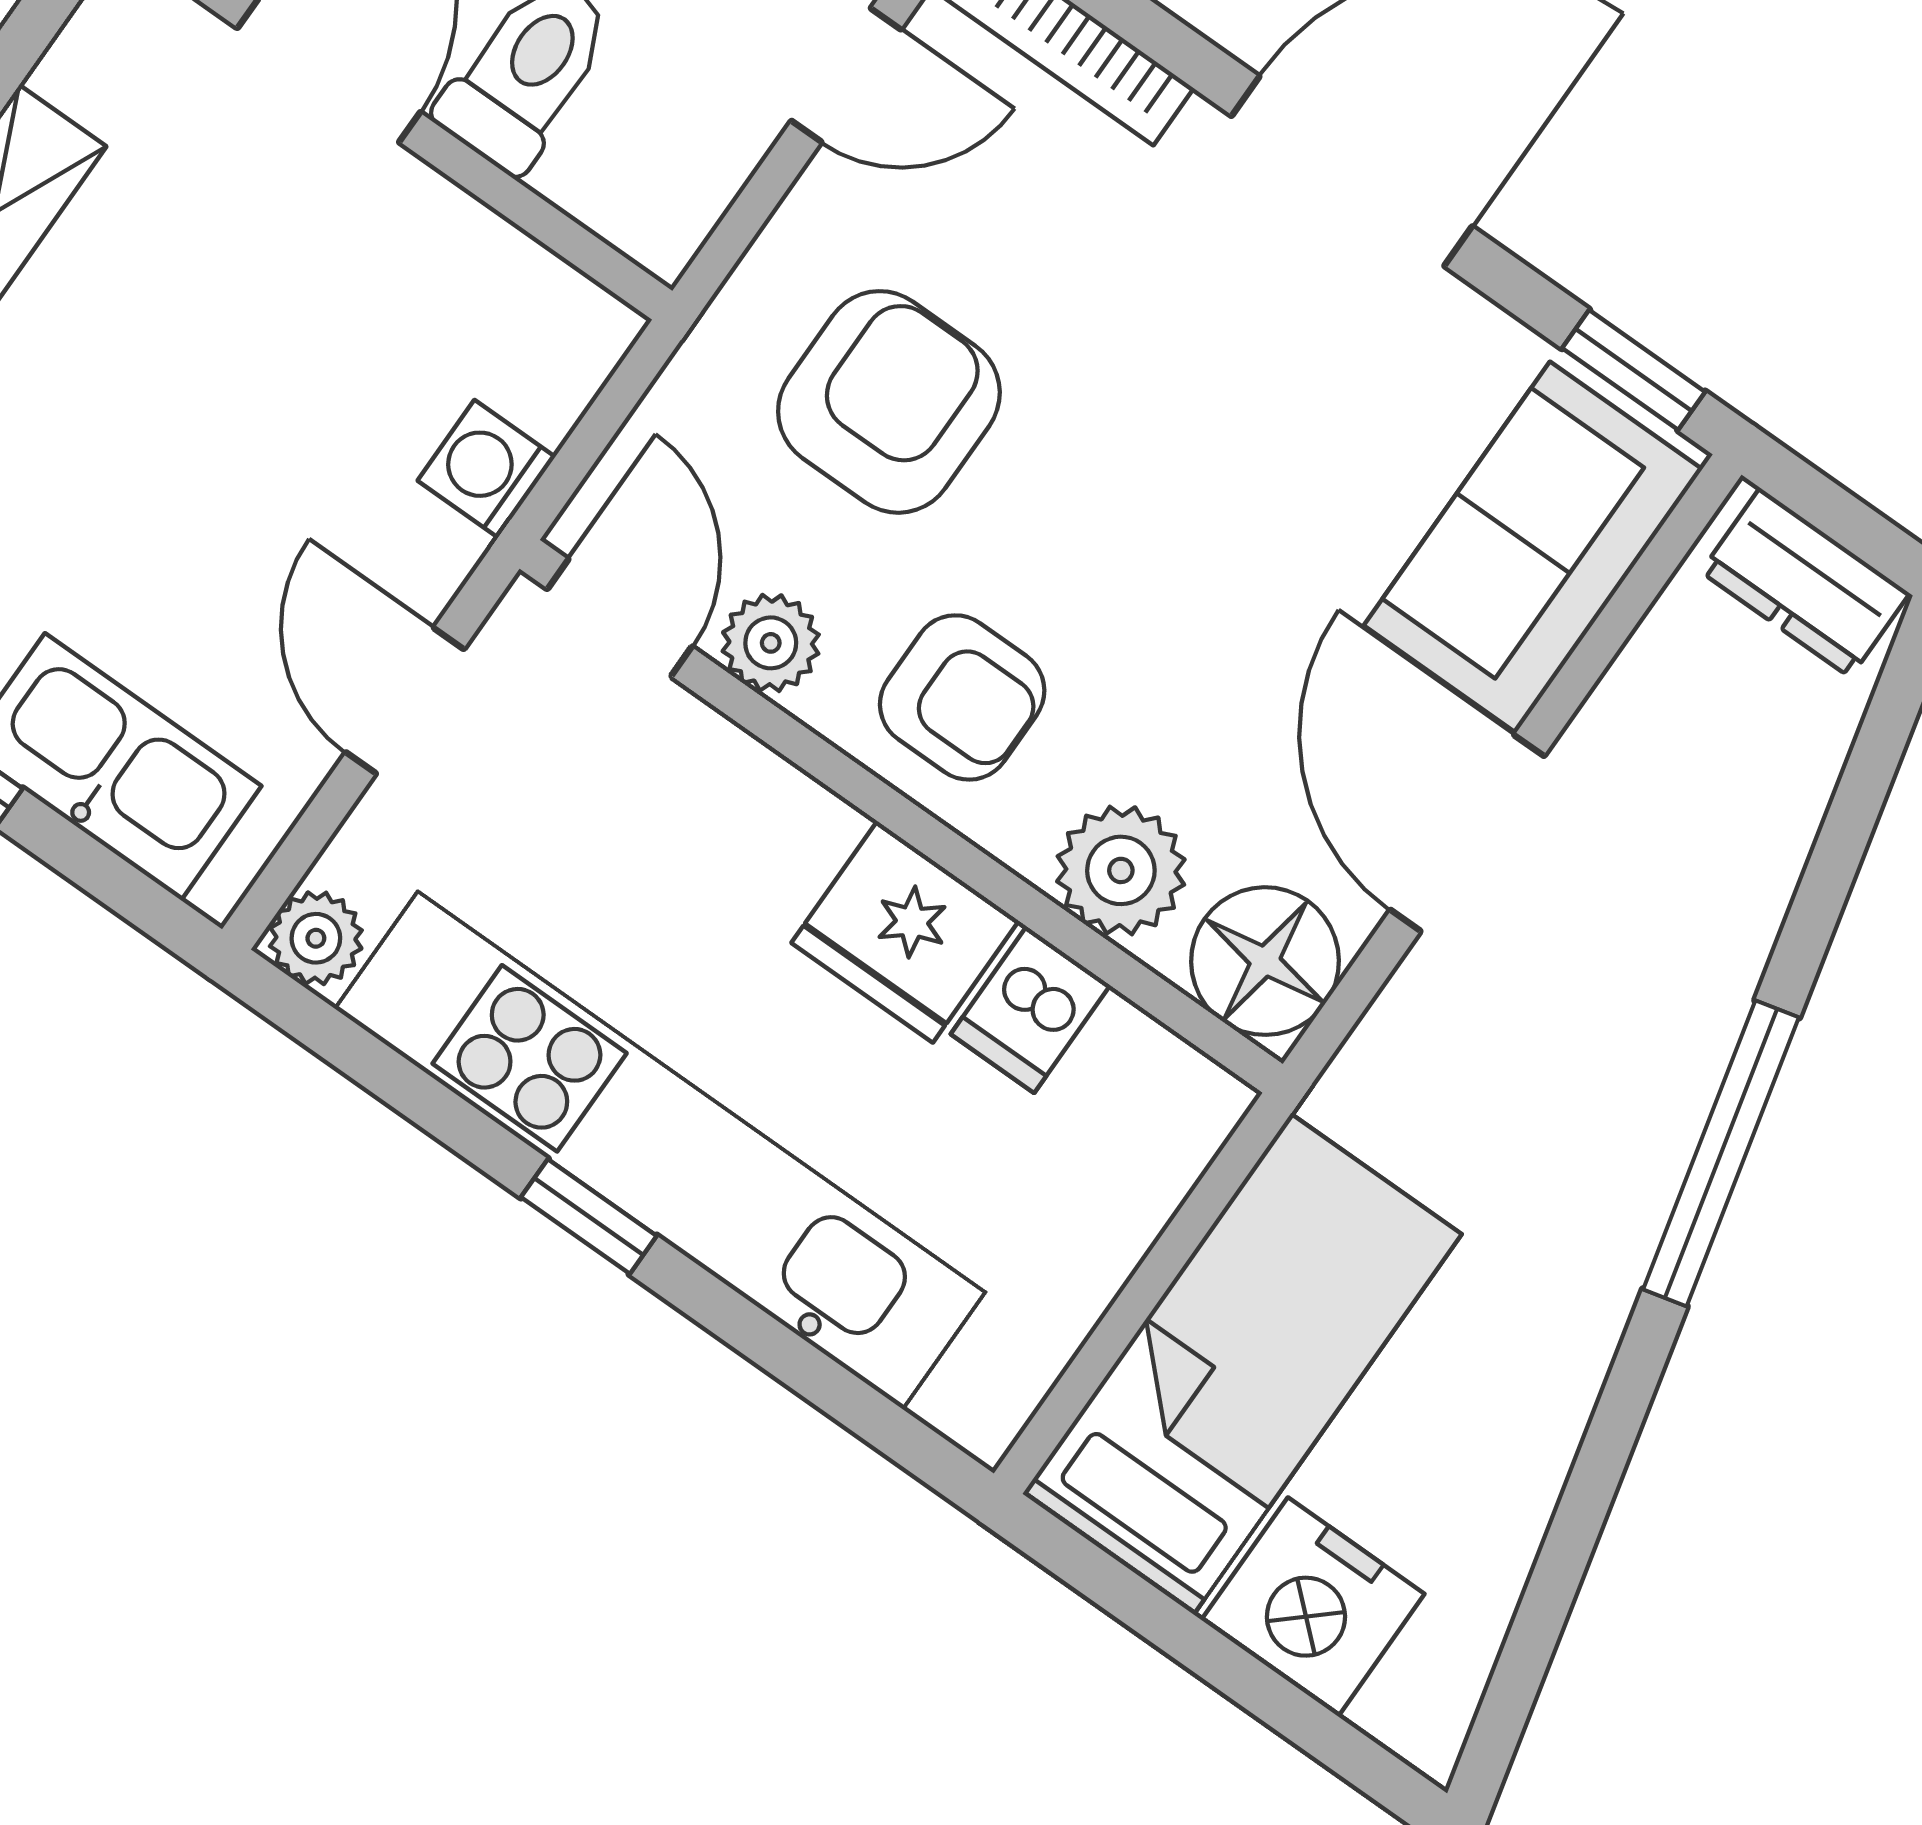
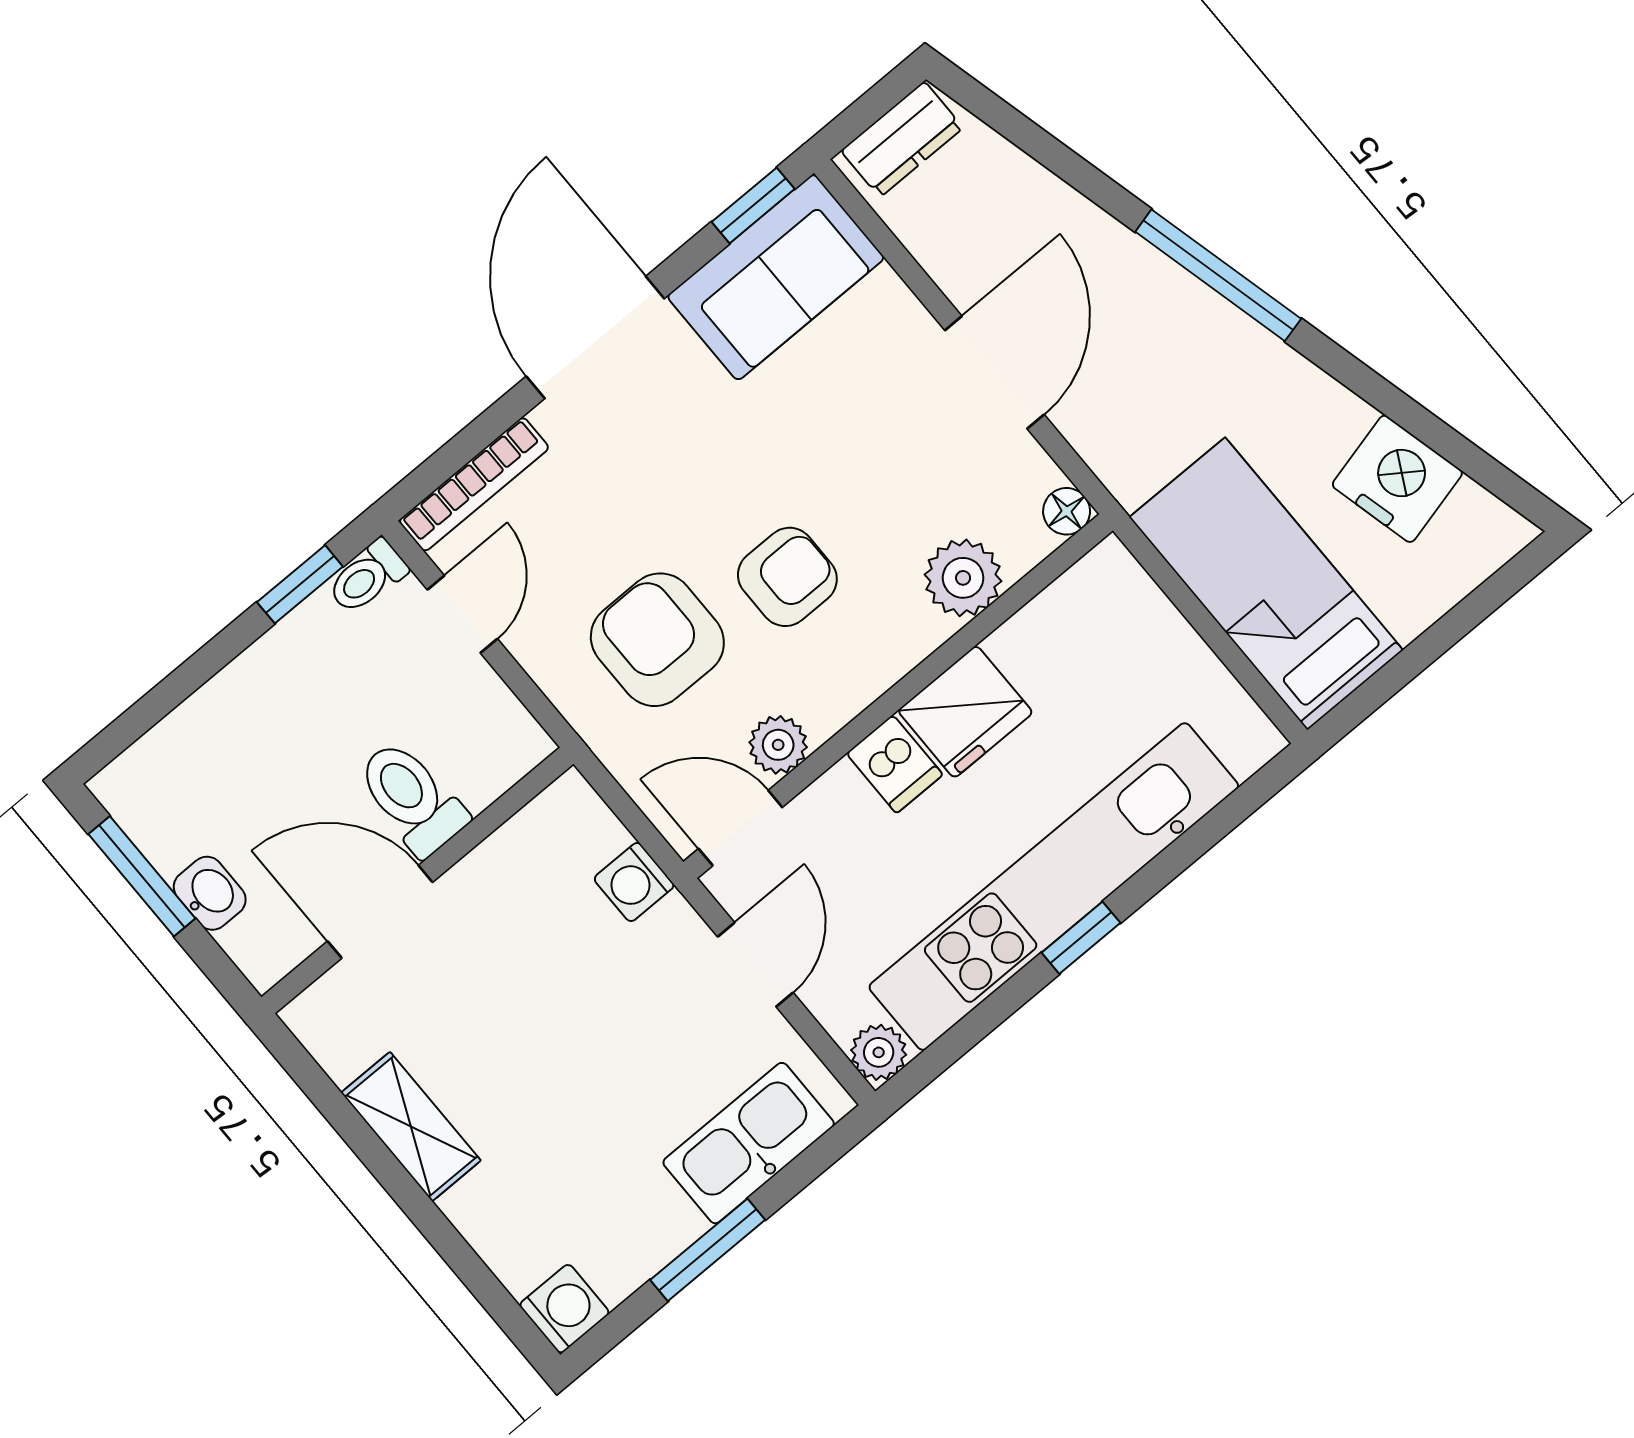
sofa: (1533, 547) -> (776, 277), moved, turned -90
armchair: (962, 697) -> (787, 577), moved
door: (405, 701) -> (755, 965), swing flipped
door: (1467, 833) -> (995, 372), swing flipped
floor lamp: (1265, 961) -> (1067, 511), width x0.53, depth x0.53
dishwasher: (1030, 1010) -> (895, 764), moved
nightstand: (1313, 1607) -> (1397, 479), moved, turned -104

